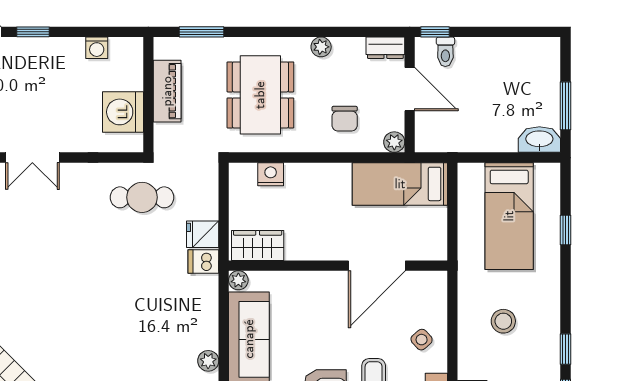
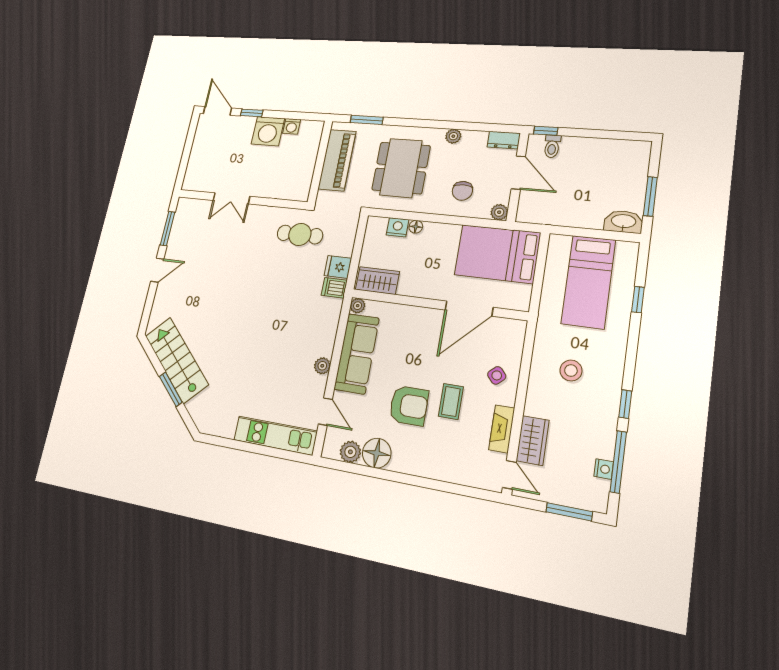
piano: (167, 91) -> (337, 160), width x1.37, depth x1.33
washing machine: (123, 112) -> (268, 131), moved, turned -90
floor lamp: (294, 171) -> (416, 227), added
bed: (400, 184) -> (497, 254), width x1.50

